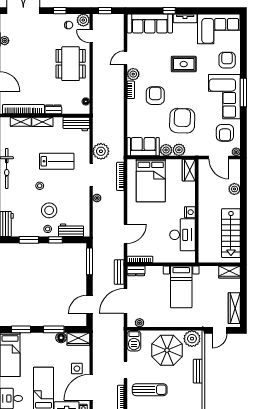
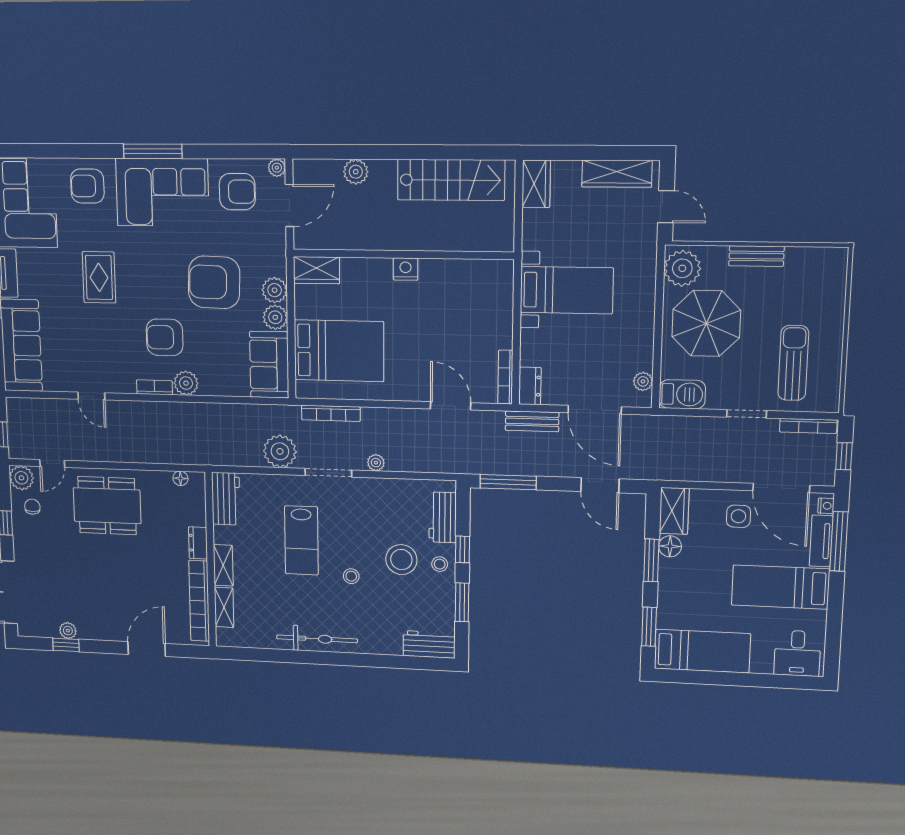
plant: (133, 74) -> (186, 383), moved
lab bench: (57, 161) -> (301, 540), turned 180
desk: (182, 235) -> (454, 286), removed

